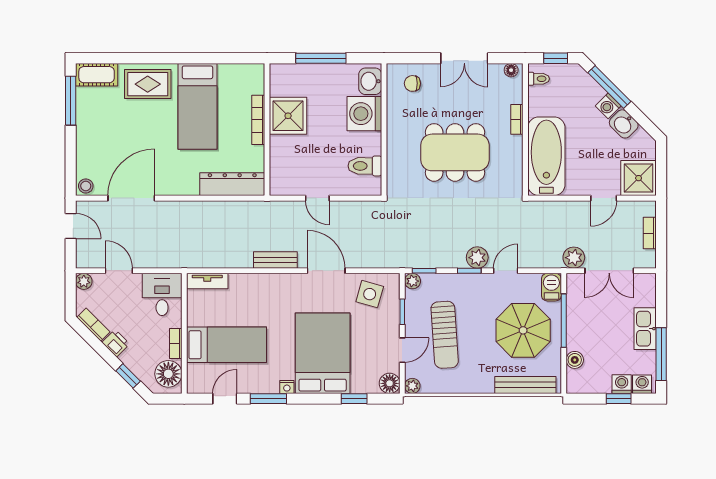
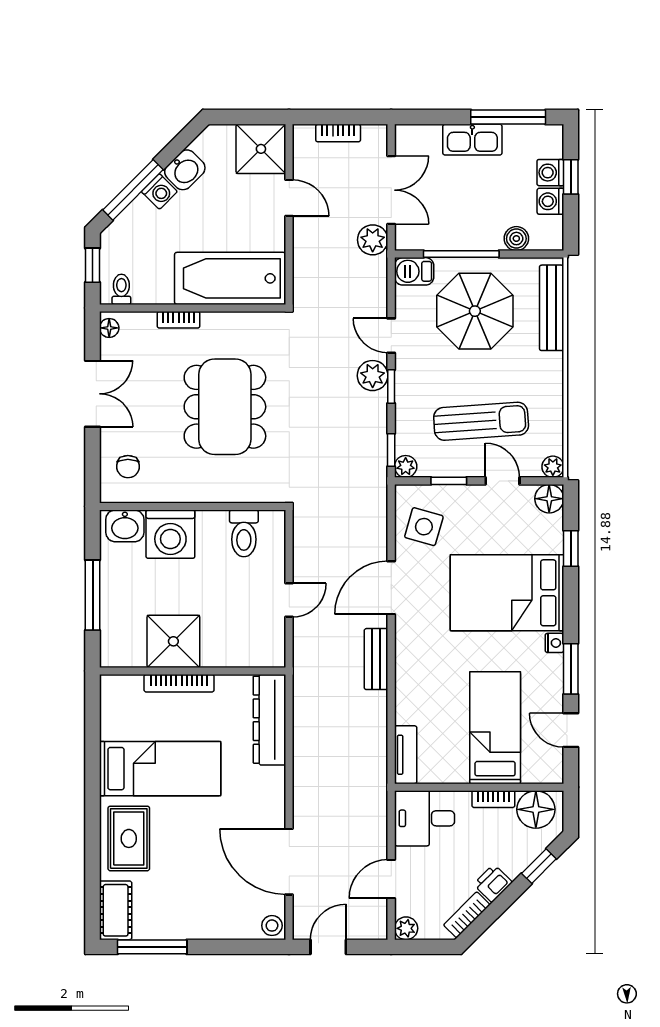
washing machine: (642, 384) -> (550, 201), moved

